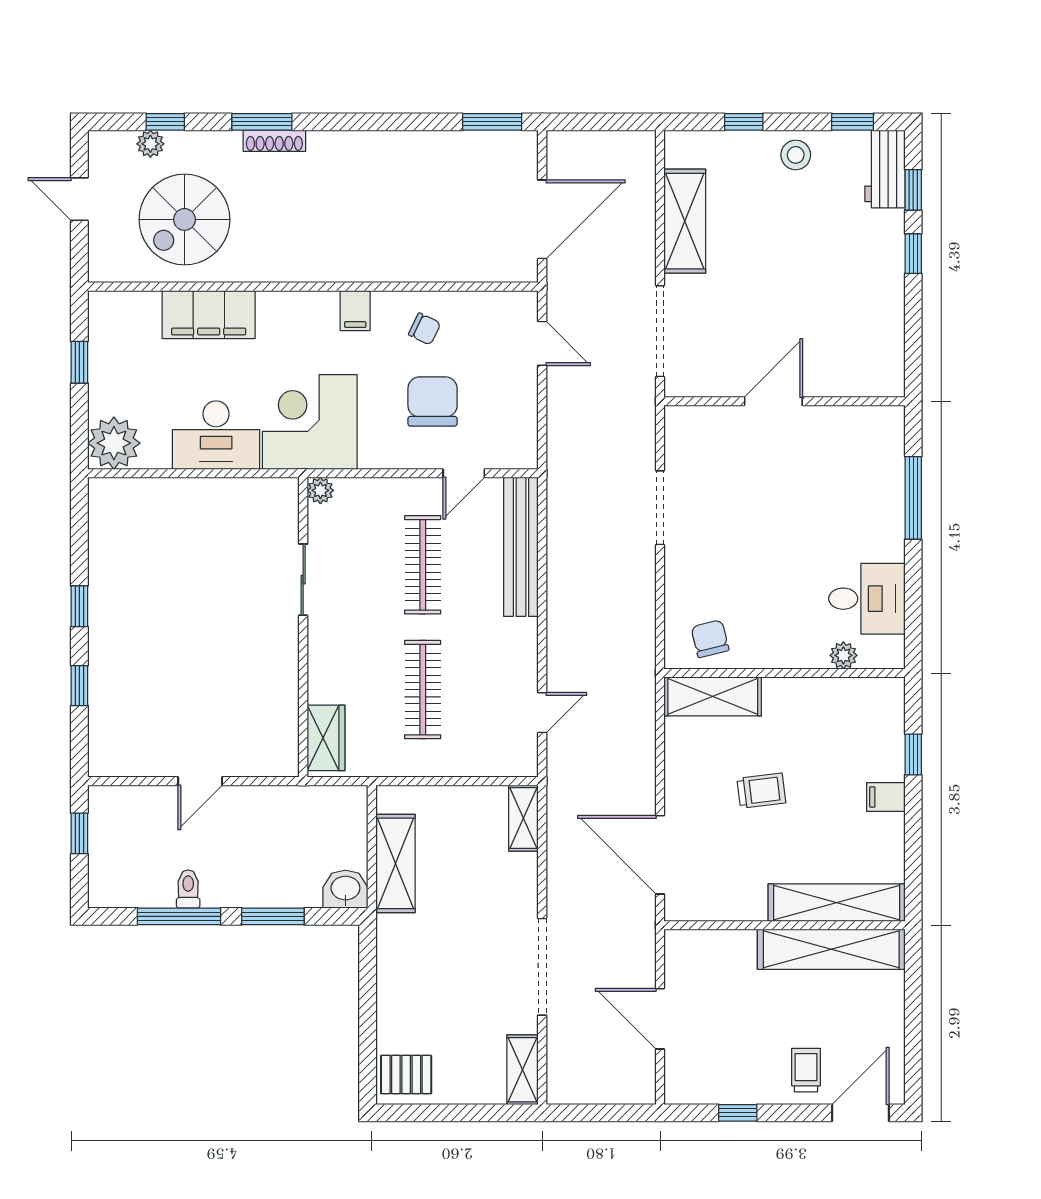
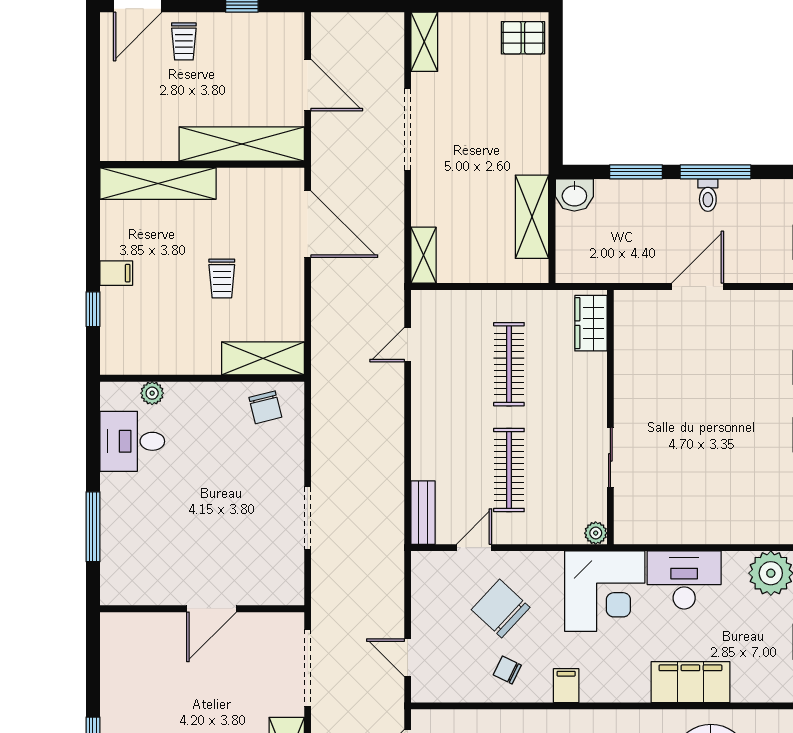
chair: (433, 401) -> (501, 608), turned 133
bench: (521, 547) -> (423, 513), width x0.54, depth x0.82
door: (200, 781) -> (698, 287), width x1.37
trolley: (761, 791) -> (222, 278), turned -83
shelving: (831, 949) -> (242, 144), moved

